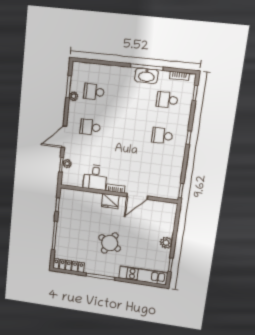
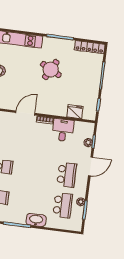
washbasin: (146, 76) -> (36, 220), moved
school desk: (94, 92) -> (63, 205), width x1.85
school desk: (90, 127) -> (67, 175), width x1.85
fridge: (110, 201) -> (75, 112), moved

